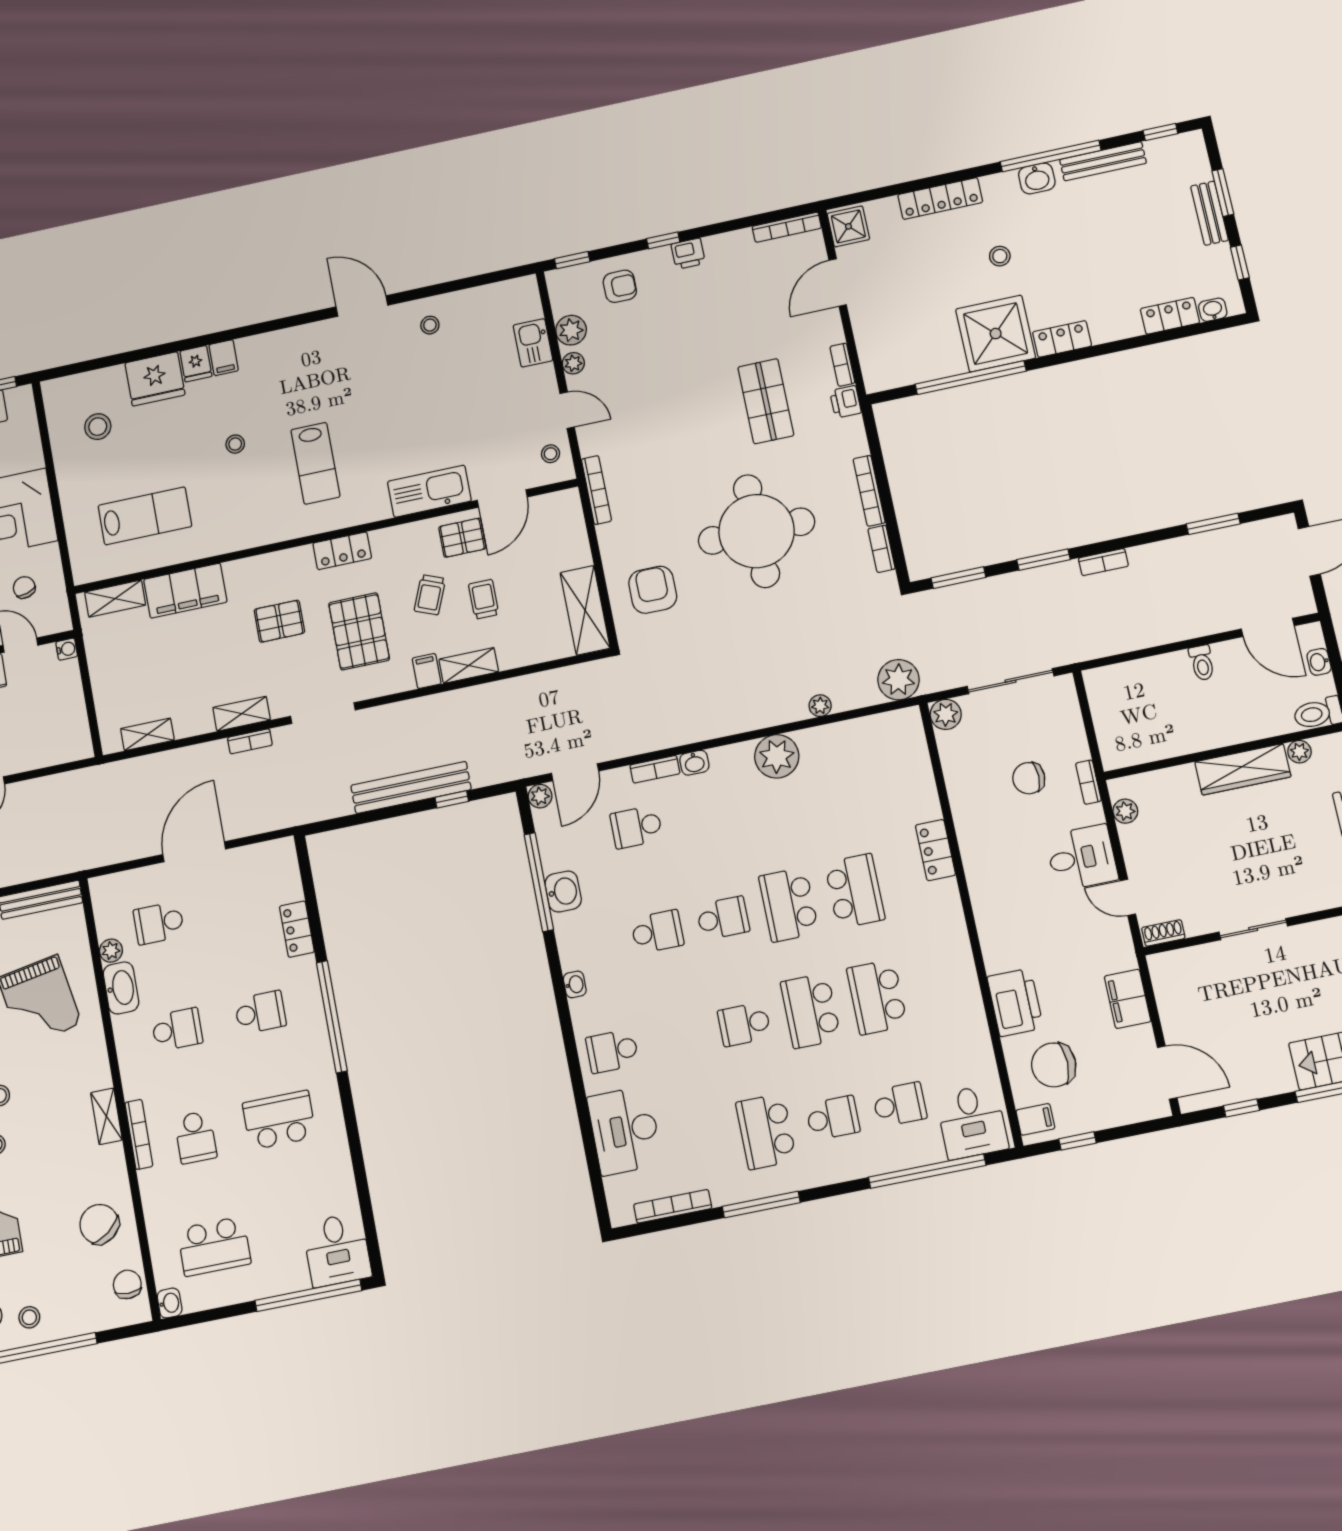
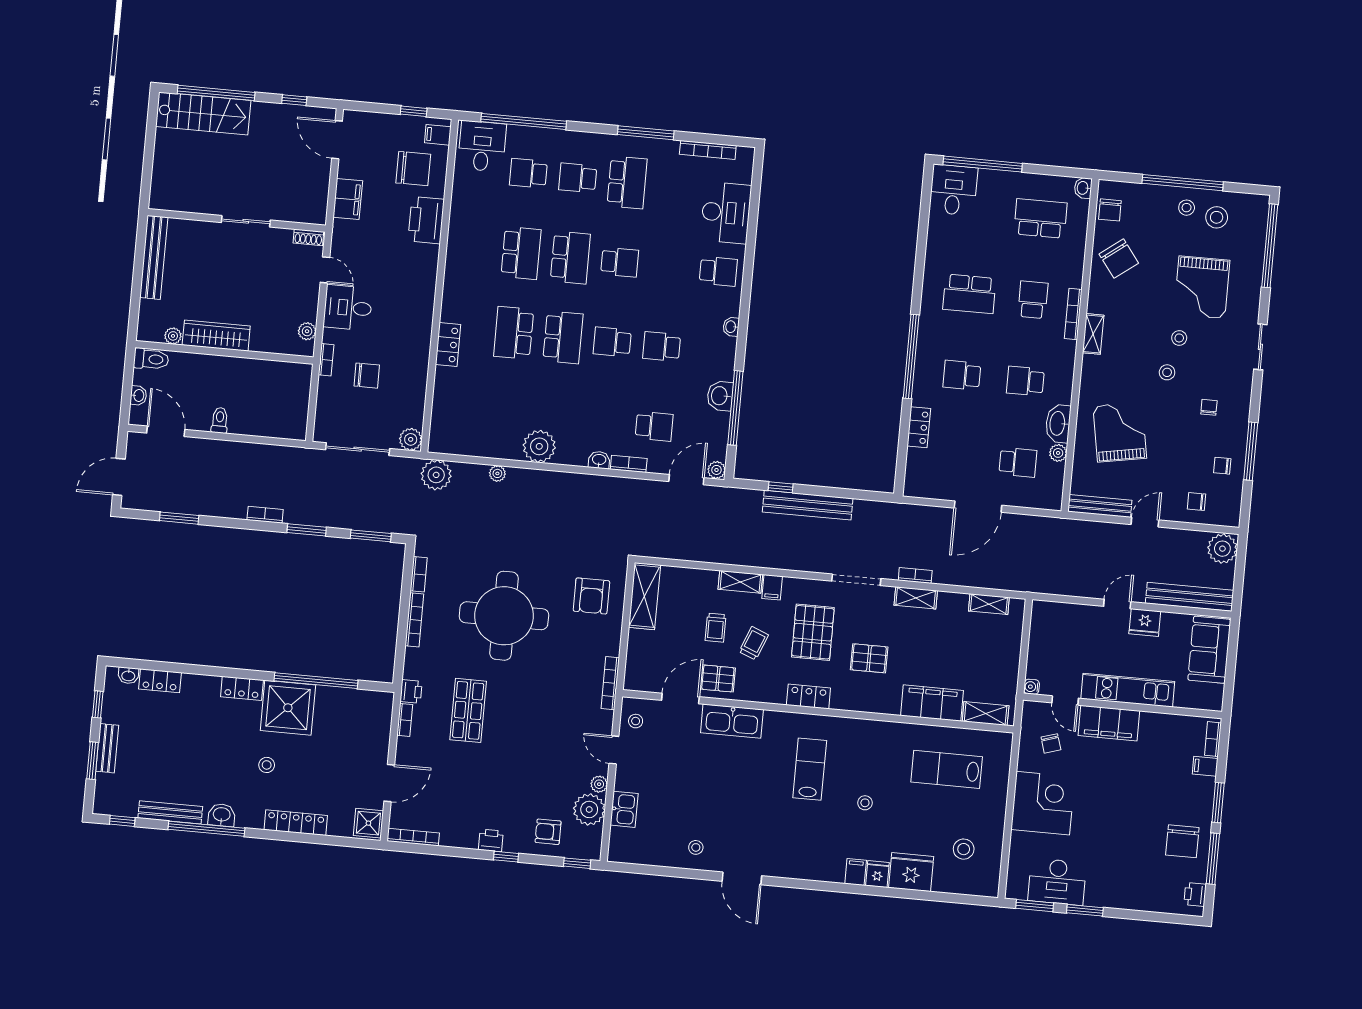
plant: (571, 330) -> (589, 809), width x1.36, depth x1.36

